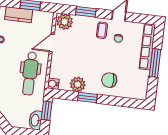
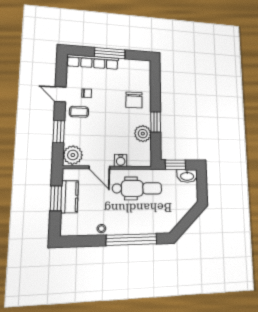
kitchen counter: (19, 15) -> (70, 197), moved
water cooler: (53, 84) -> (121, 160), moved

